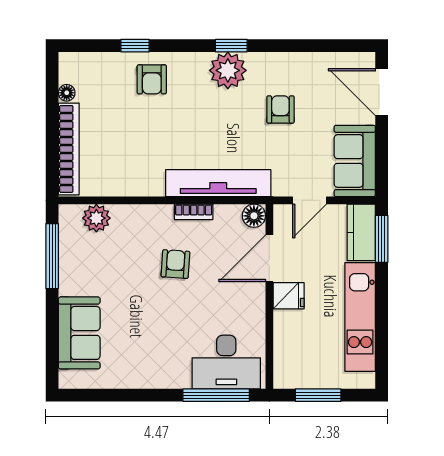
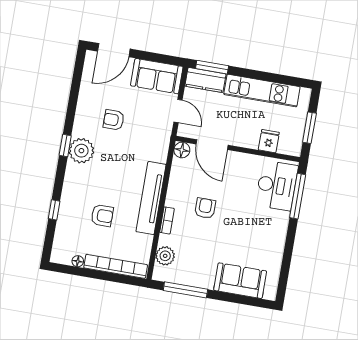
armchair: (152, 79) -> (102, 216), moved
tv unit: (218, 183) -> (151, 198), moved
bookcase: (194, 212) -> (167, 220), moved
armchair: (175, 264) -> (205, 208), turned 86
fridge: (289, 296) -> (269, 141), moved

